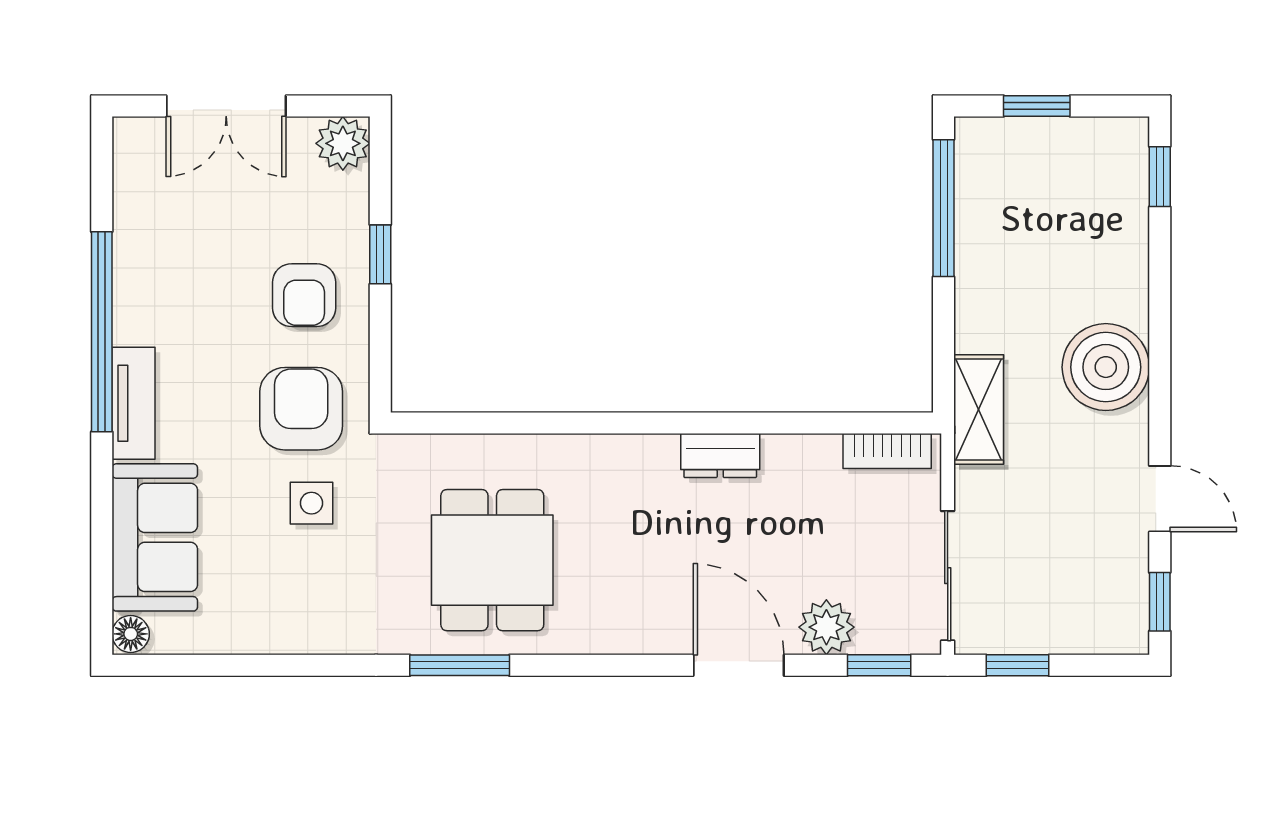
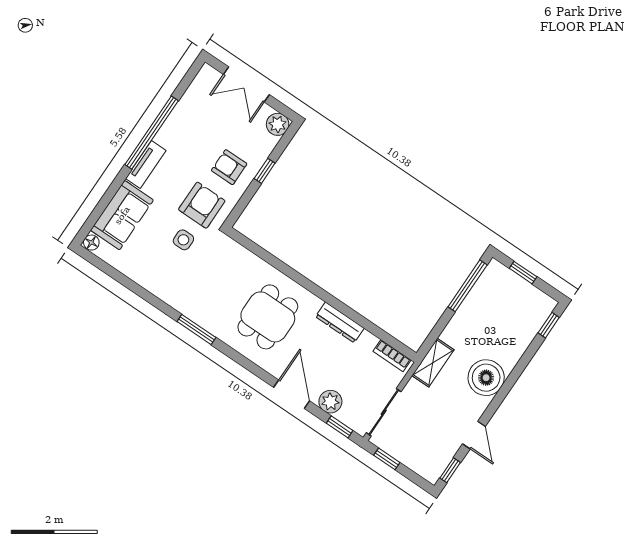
armchair: (304, 295) -> (229, 167), turned 90
dresser: (720, 456) -> (340, 322), width x1.44
dining table: (492, 560) -> (268, 317), moved

